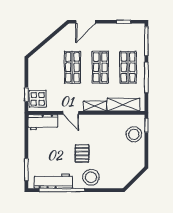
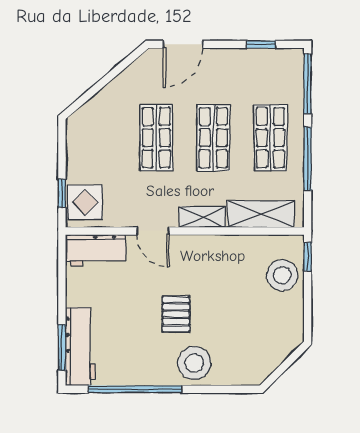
workbench: (53, 181) -> (80, 347), moved, turned 90

